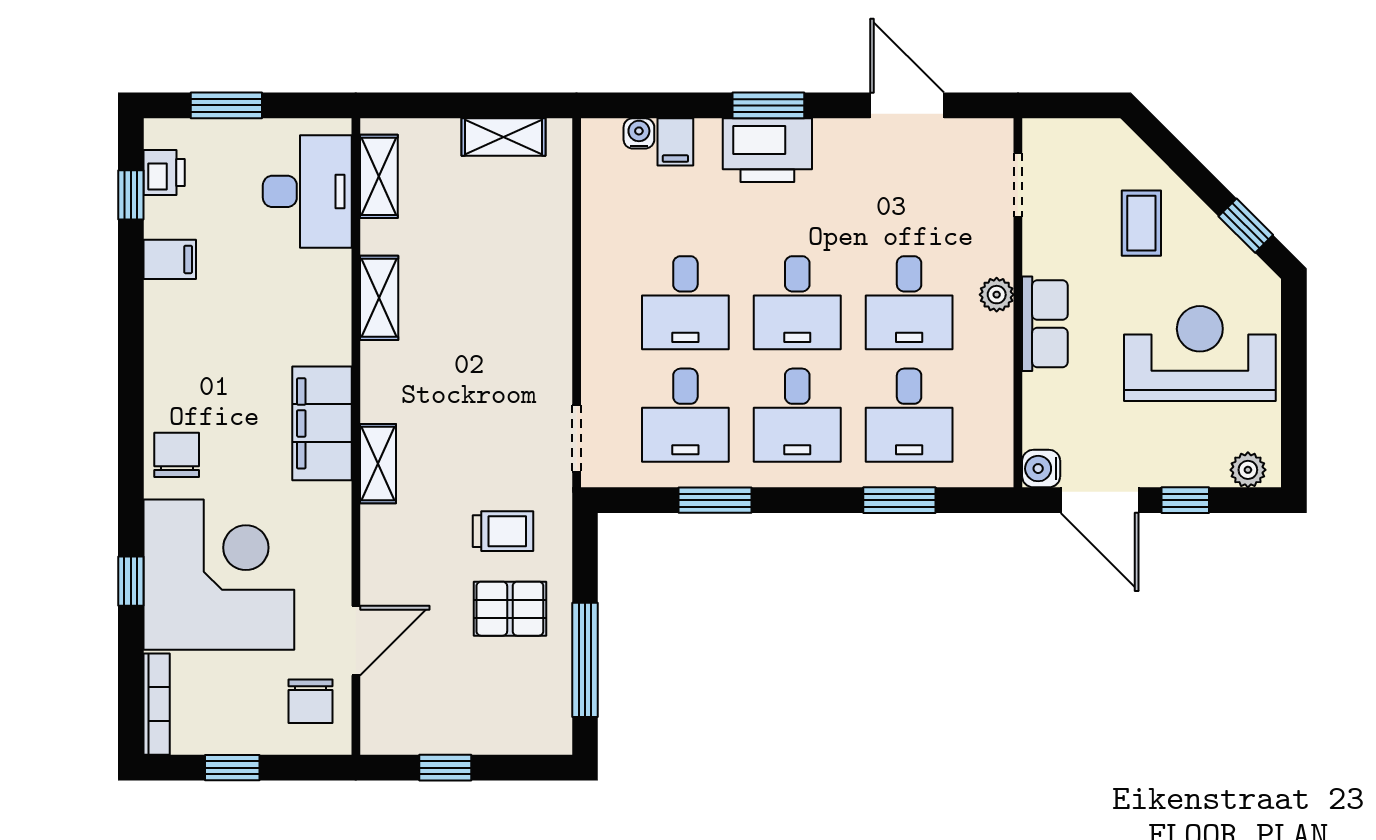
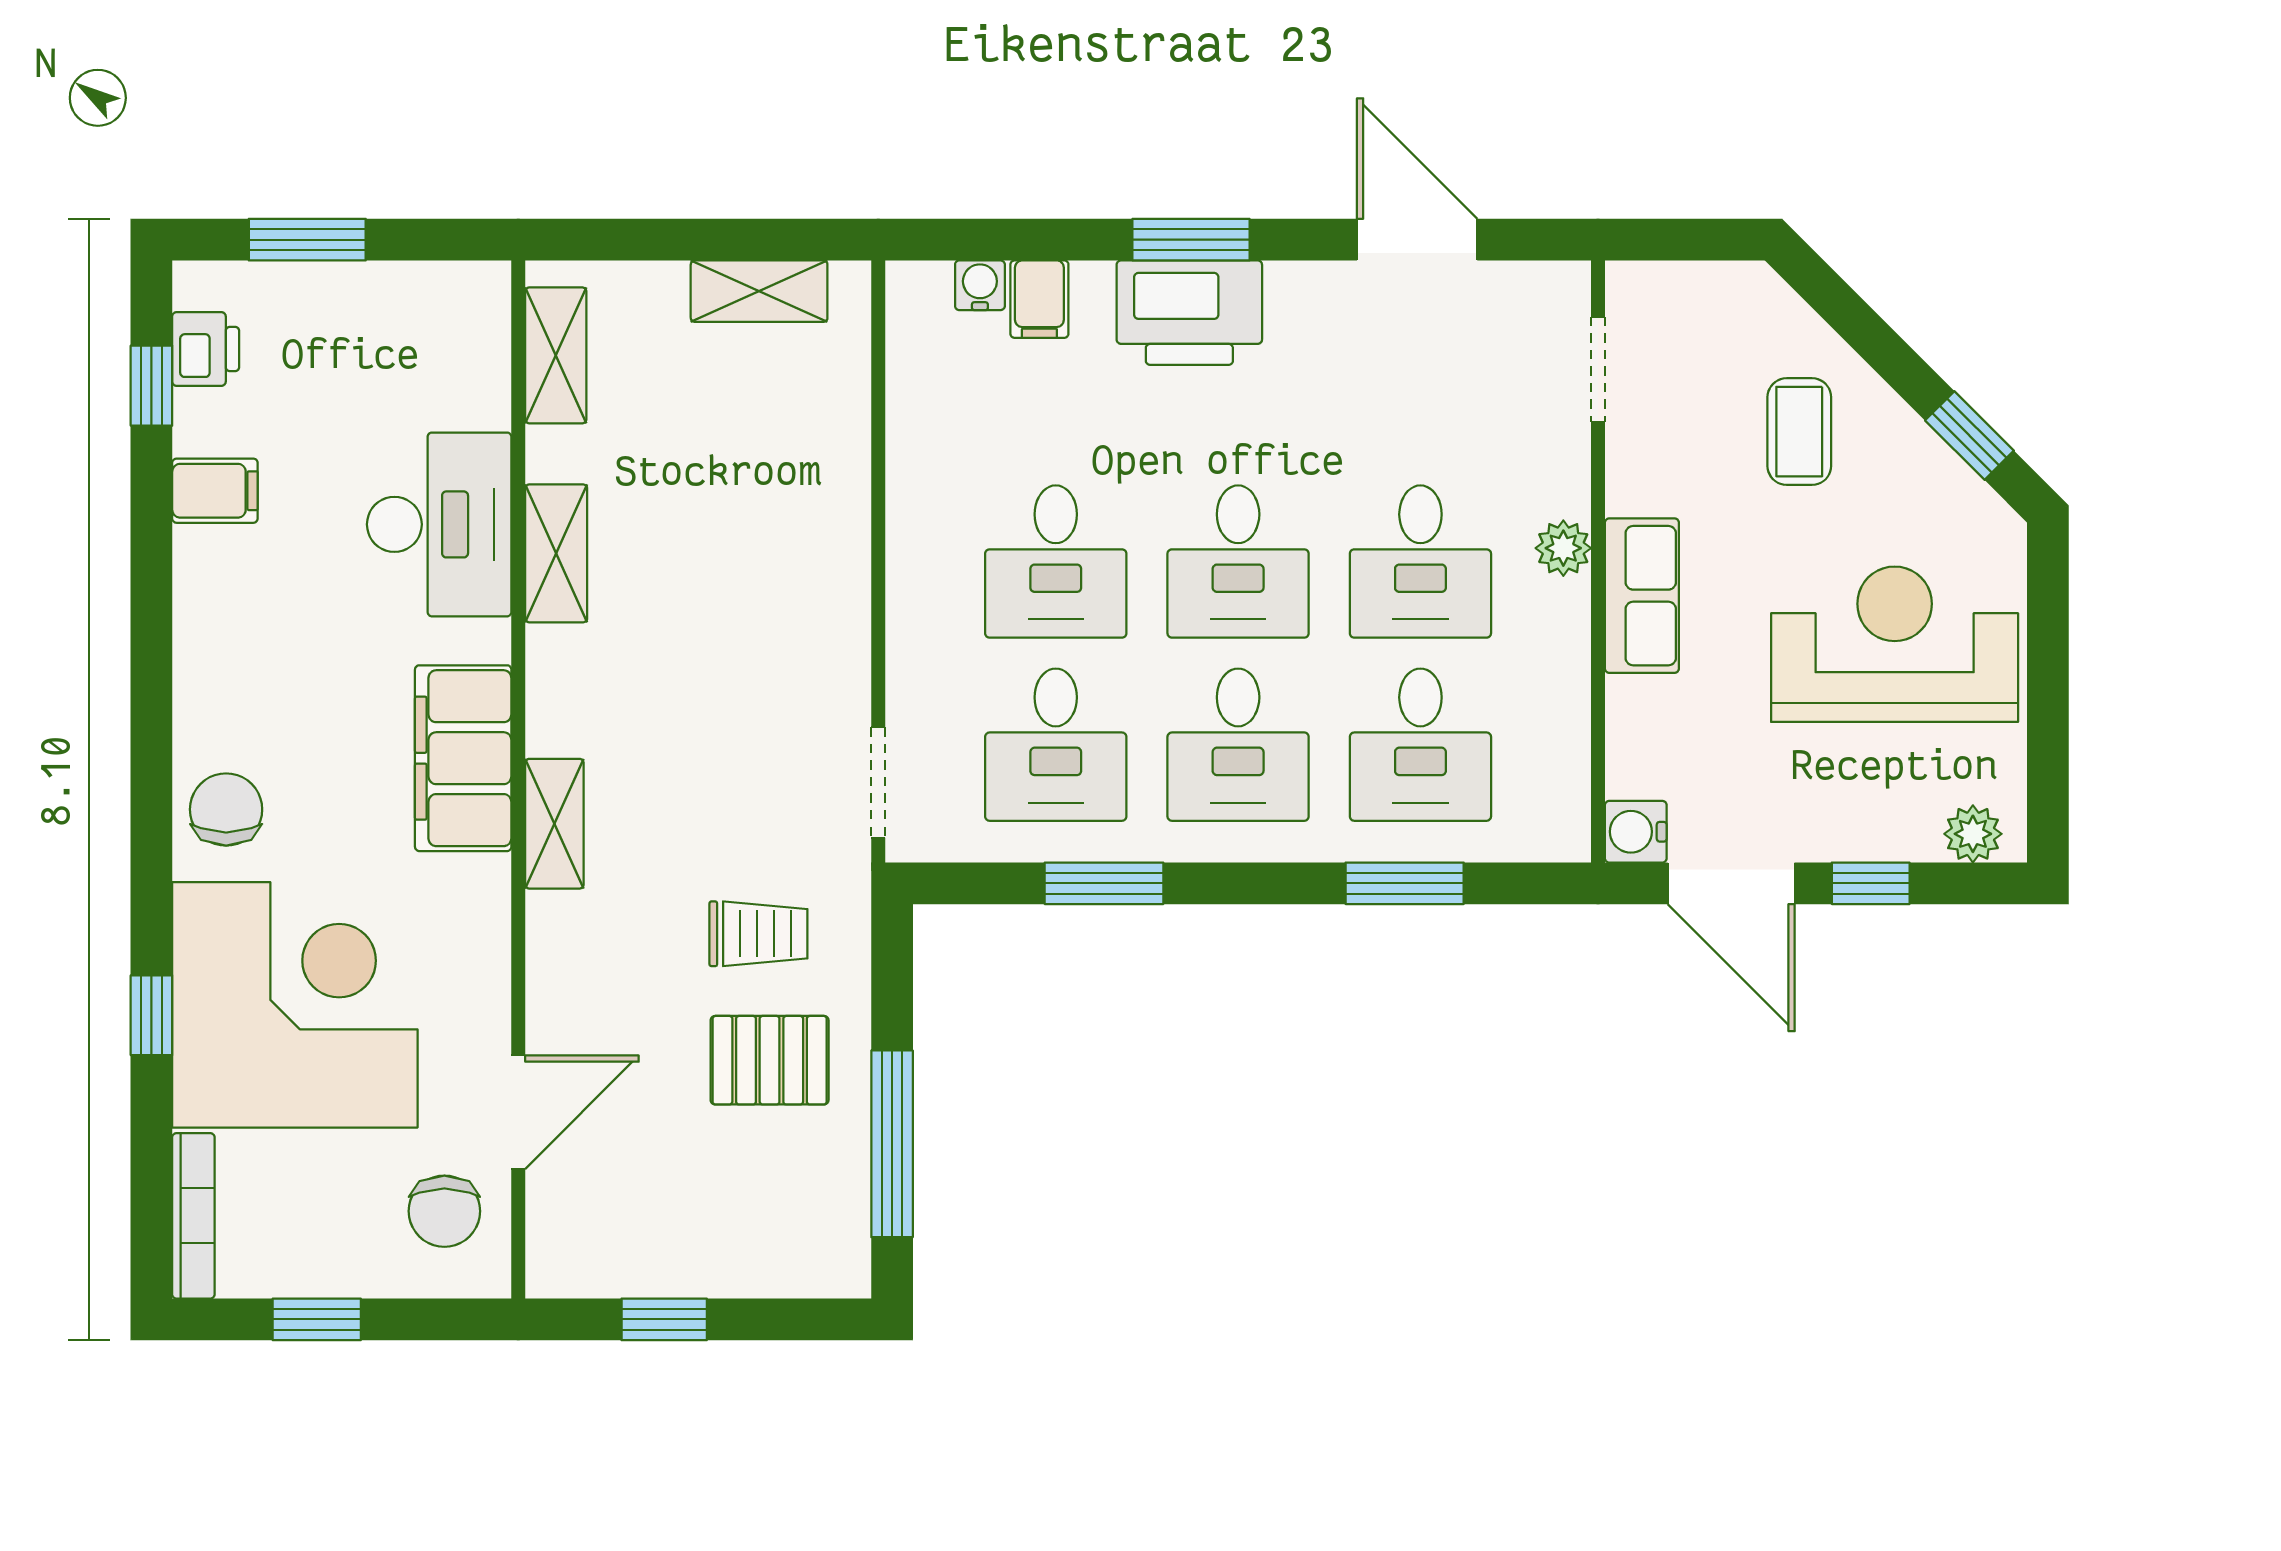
desk: (307, 191) -> (439, 524), moved

